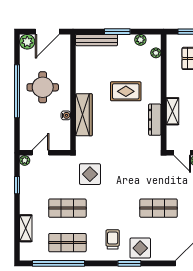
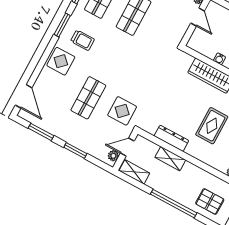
display table: (90, 174) -> (122, 111), moved
window: (129, 263) -> (62, 25), moved

